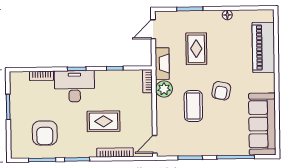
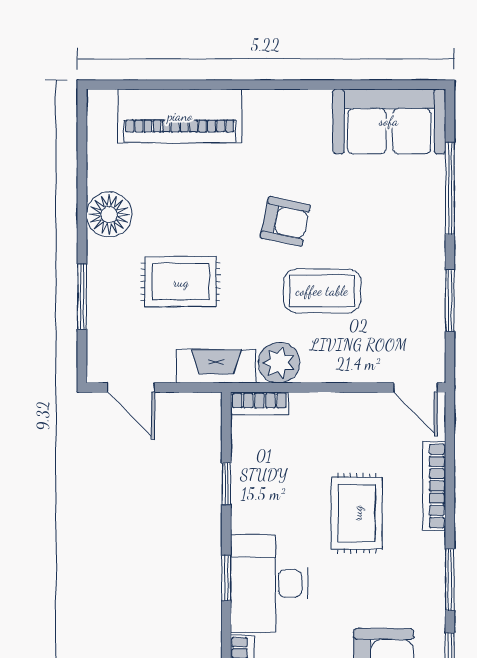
floor lamp: (227, 15) -> (109, 215), width x1.89, depth x1.89
sofa: (262, 124) -> (389, 121), width x0.73

